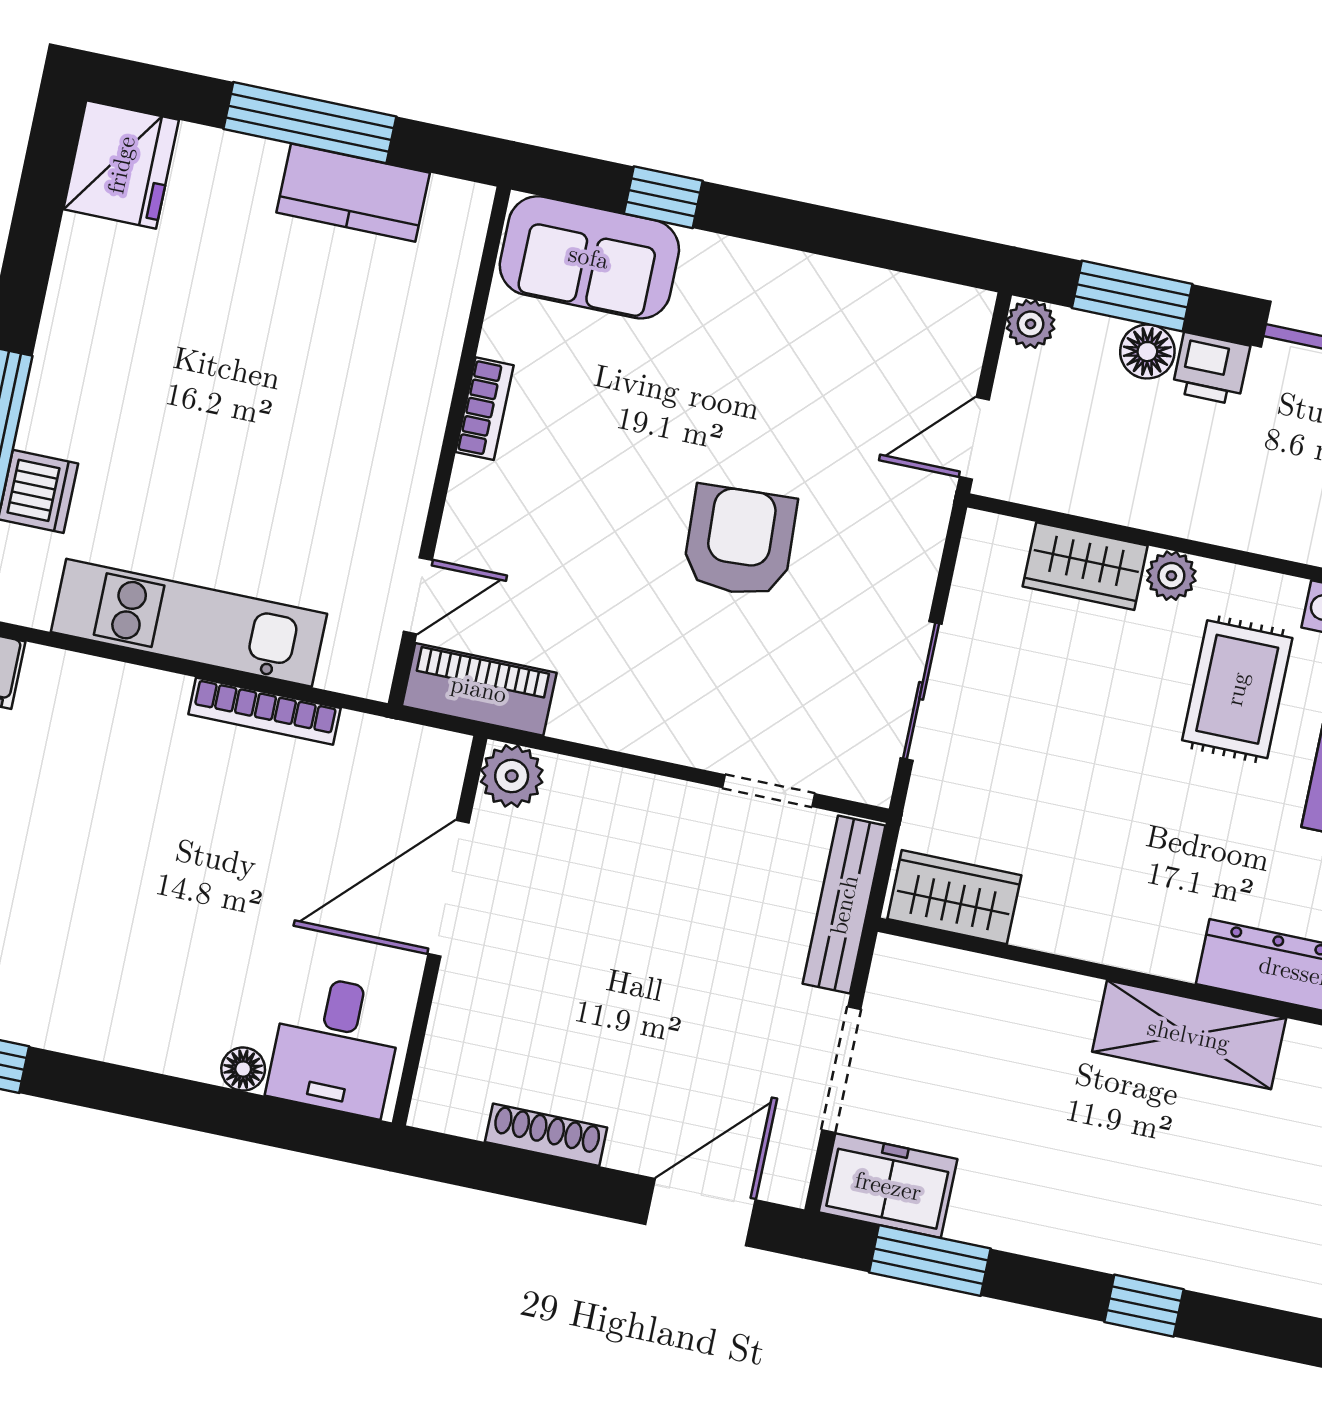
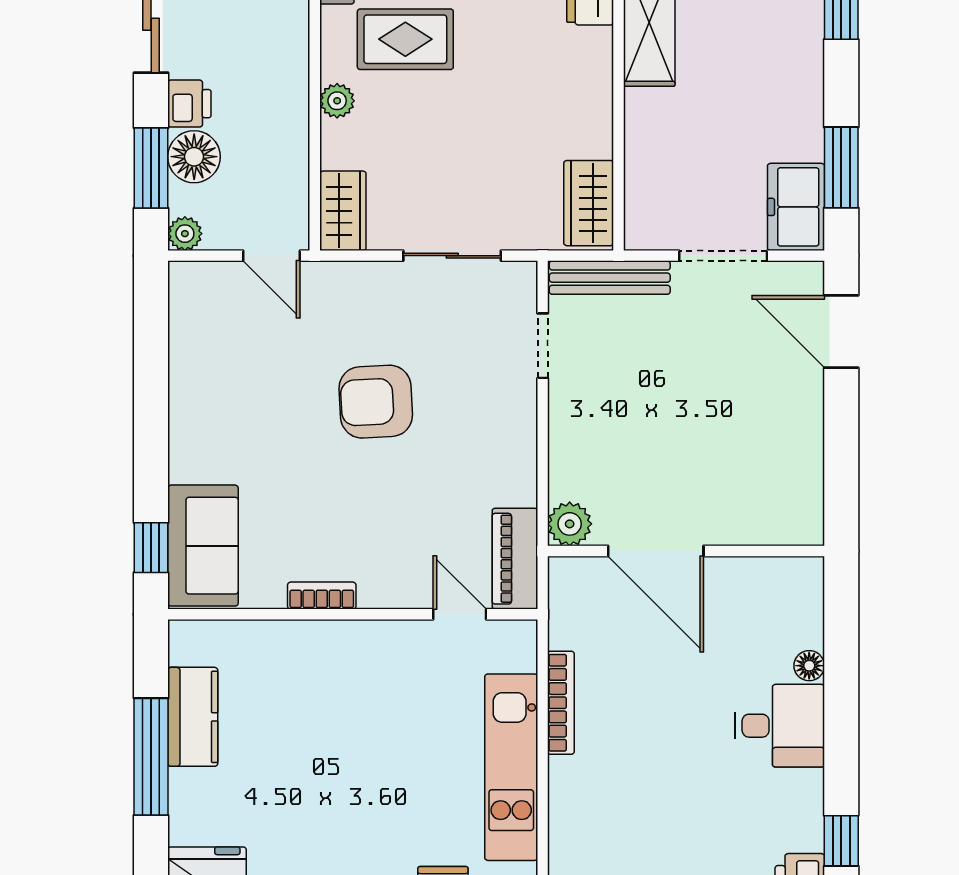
window: (663, 197) -> (151, 548), moved
floor lamp: (1147, 352) -> (194, 157), width x1.38, depth x1.38
wardrobe: (1085, 566) -> (343, 211), moved
desk: (336, 1045) -> (780, 726), moved
shoe rack: (546, 1135) -> (811, 449), removed

